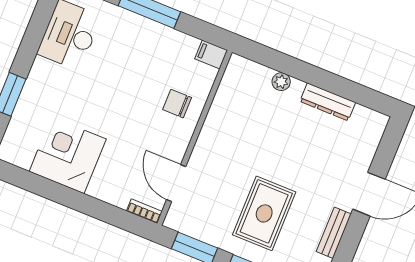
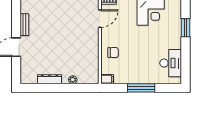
door: (176, 183) -> (100, 19), hinge flipped
rug: (264, 213) -> (57, 21), removed

